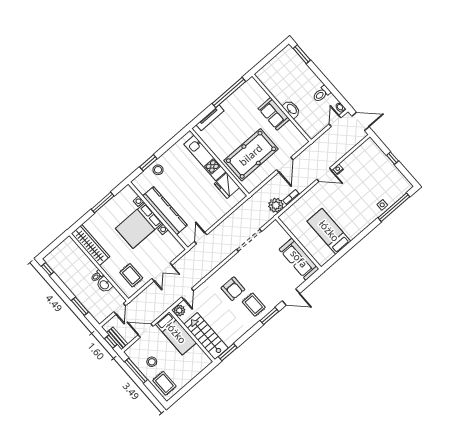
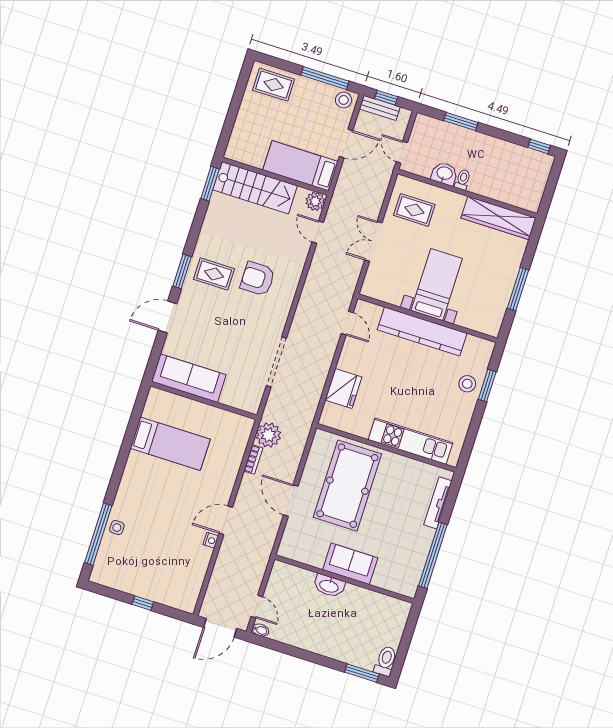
toilet: (322, 94) -> (386, 661), moved
fridge: (227, 185) -> (343, 388), moved, turned 90
bed with nightstands: (139, 226) -> (437, 285), width x0.73
stool: (152, 362) -> (344, 100), moved

